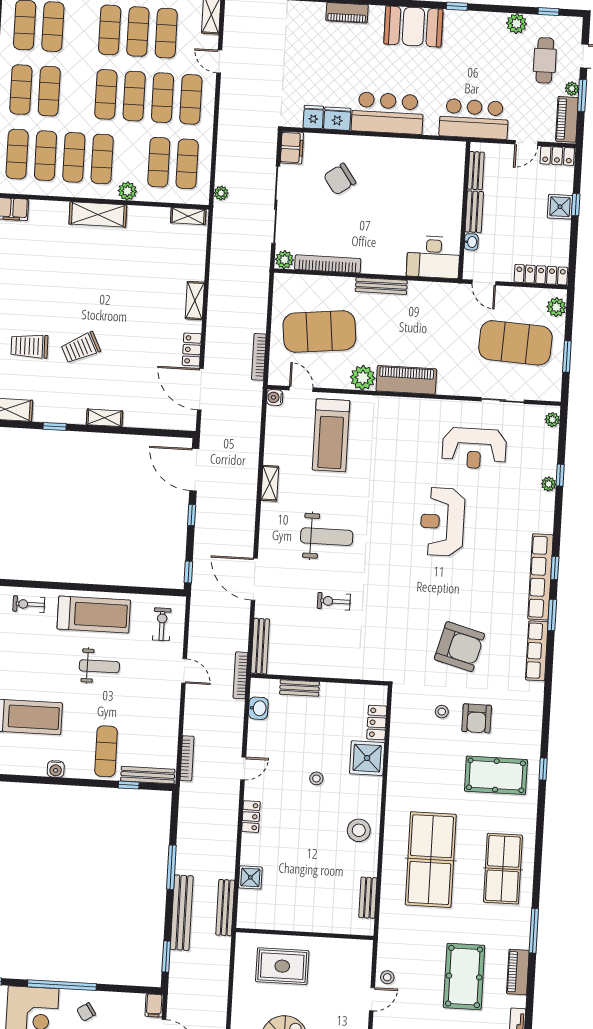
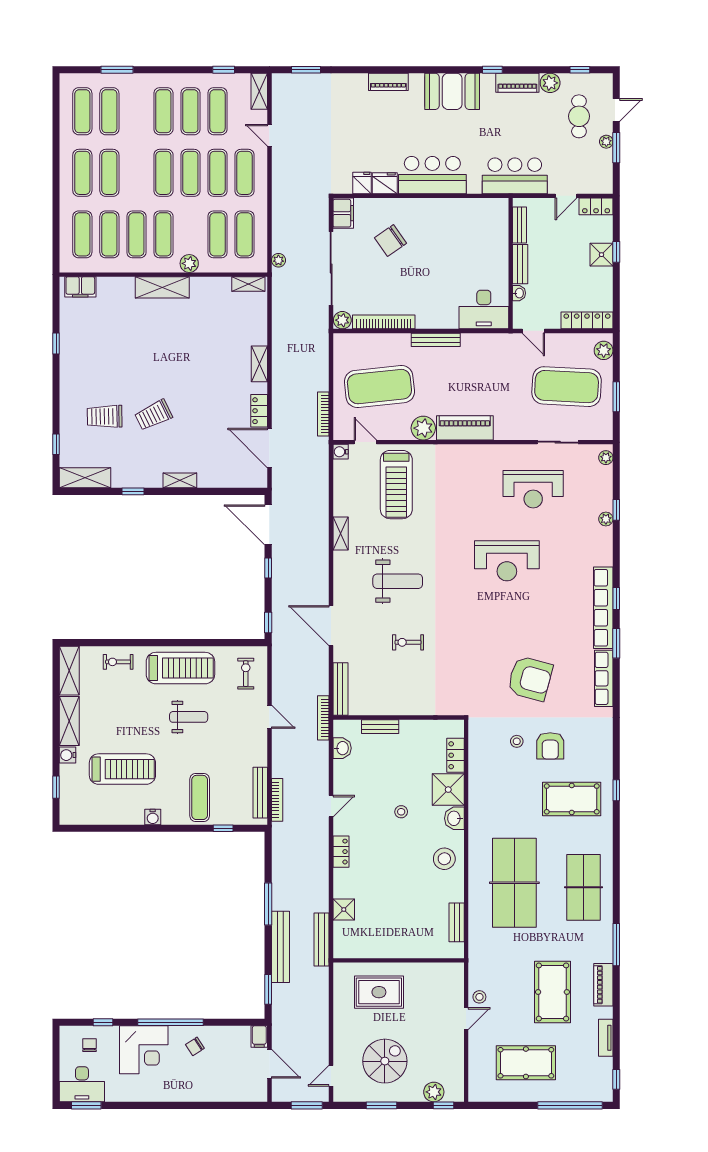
piano: (567, 119) -> (517, 83), moved, turned -90
reception desk: (442, 522) -> (507, 561), turned -90
bench: (148, 775) -> (260, 793), moved, turned 90
washbasin: (372, 788) -> (454, 818), added

